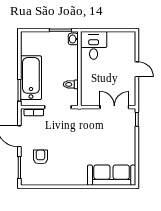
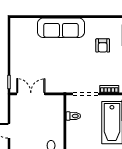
double door: (114, 107) -> (31, 94), swing flipped
sofa: (112, 175) -> (61, 28), moved

